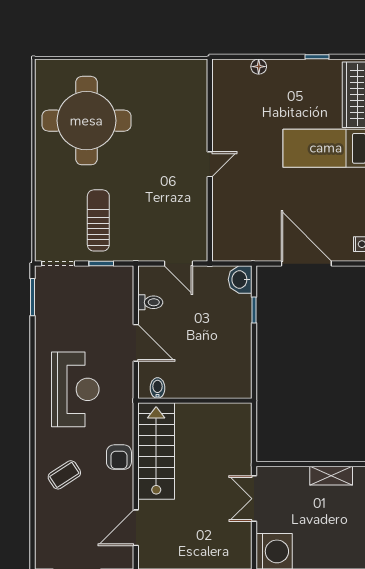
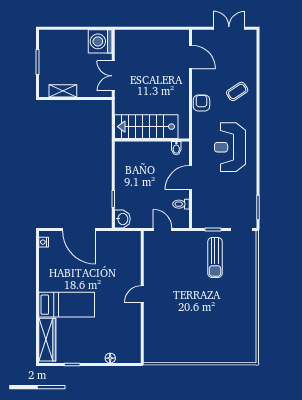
round table: (86, 121) -> (223, 323), removed
door: (136, 343) -> (190, 178), hinge flipped
stairs: (156, 451) -> (146, 127), moved, turned 90
double door: (254, 499) -> (113, 76), swing flipped
door: (136, 528) -> (190, 57), hinge flipped

